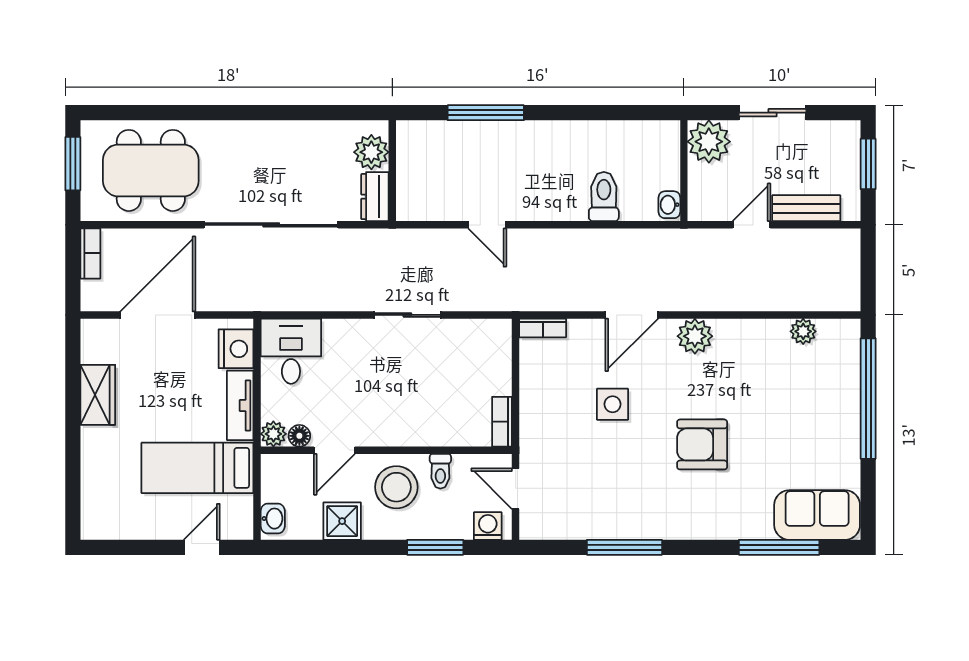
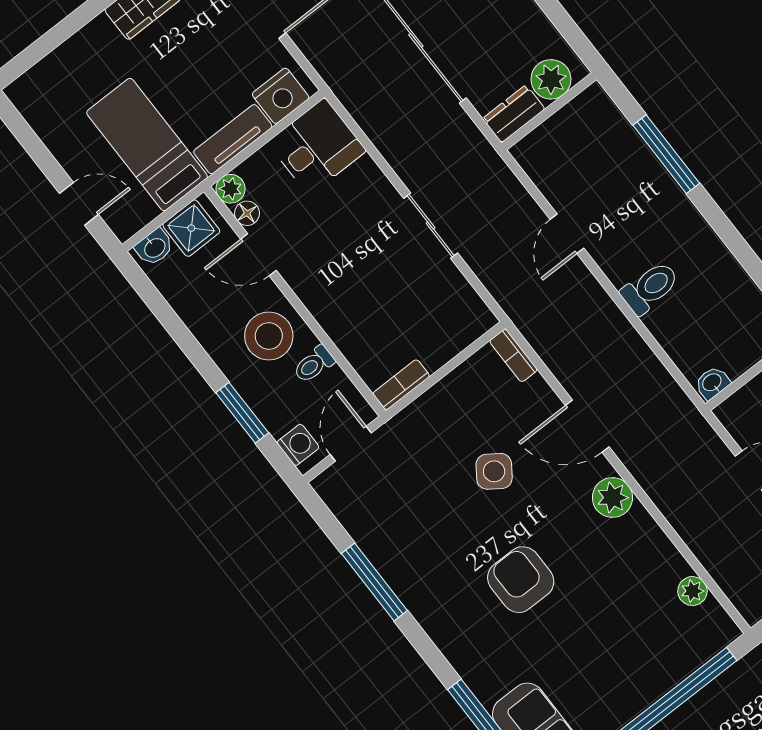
toilet: (604, 197) -> (650, 288), moved
side table: (613, 404) -> (494, 471), turned 35
shower: (342, 521) -> (191, 228), moved

